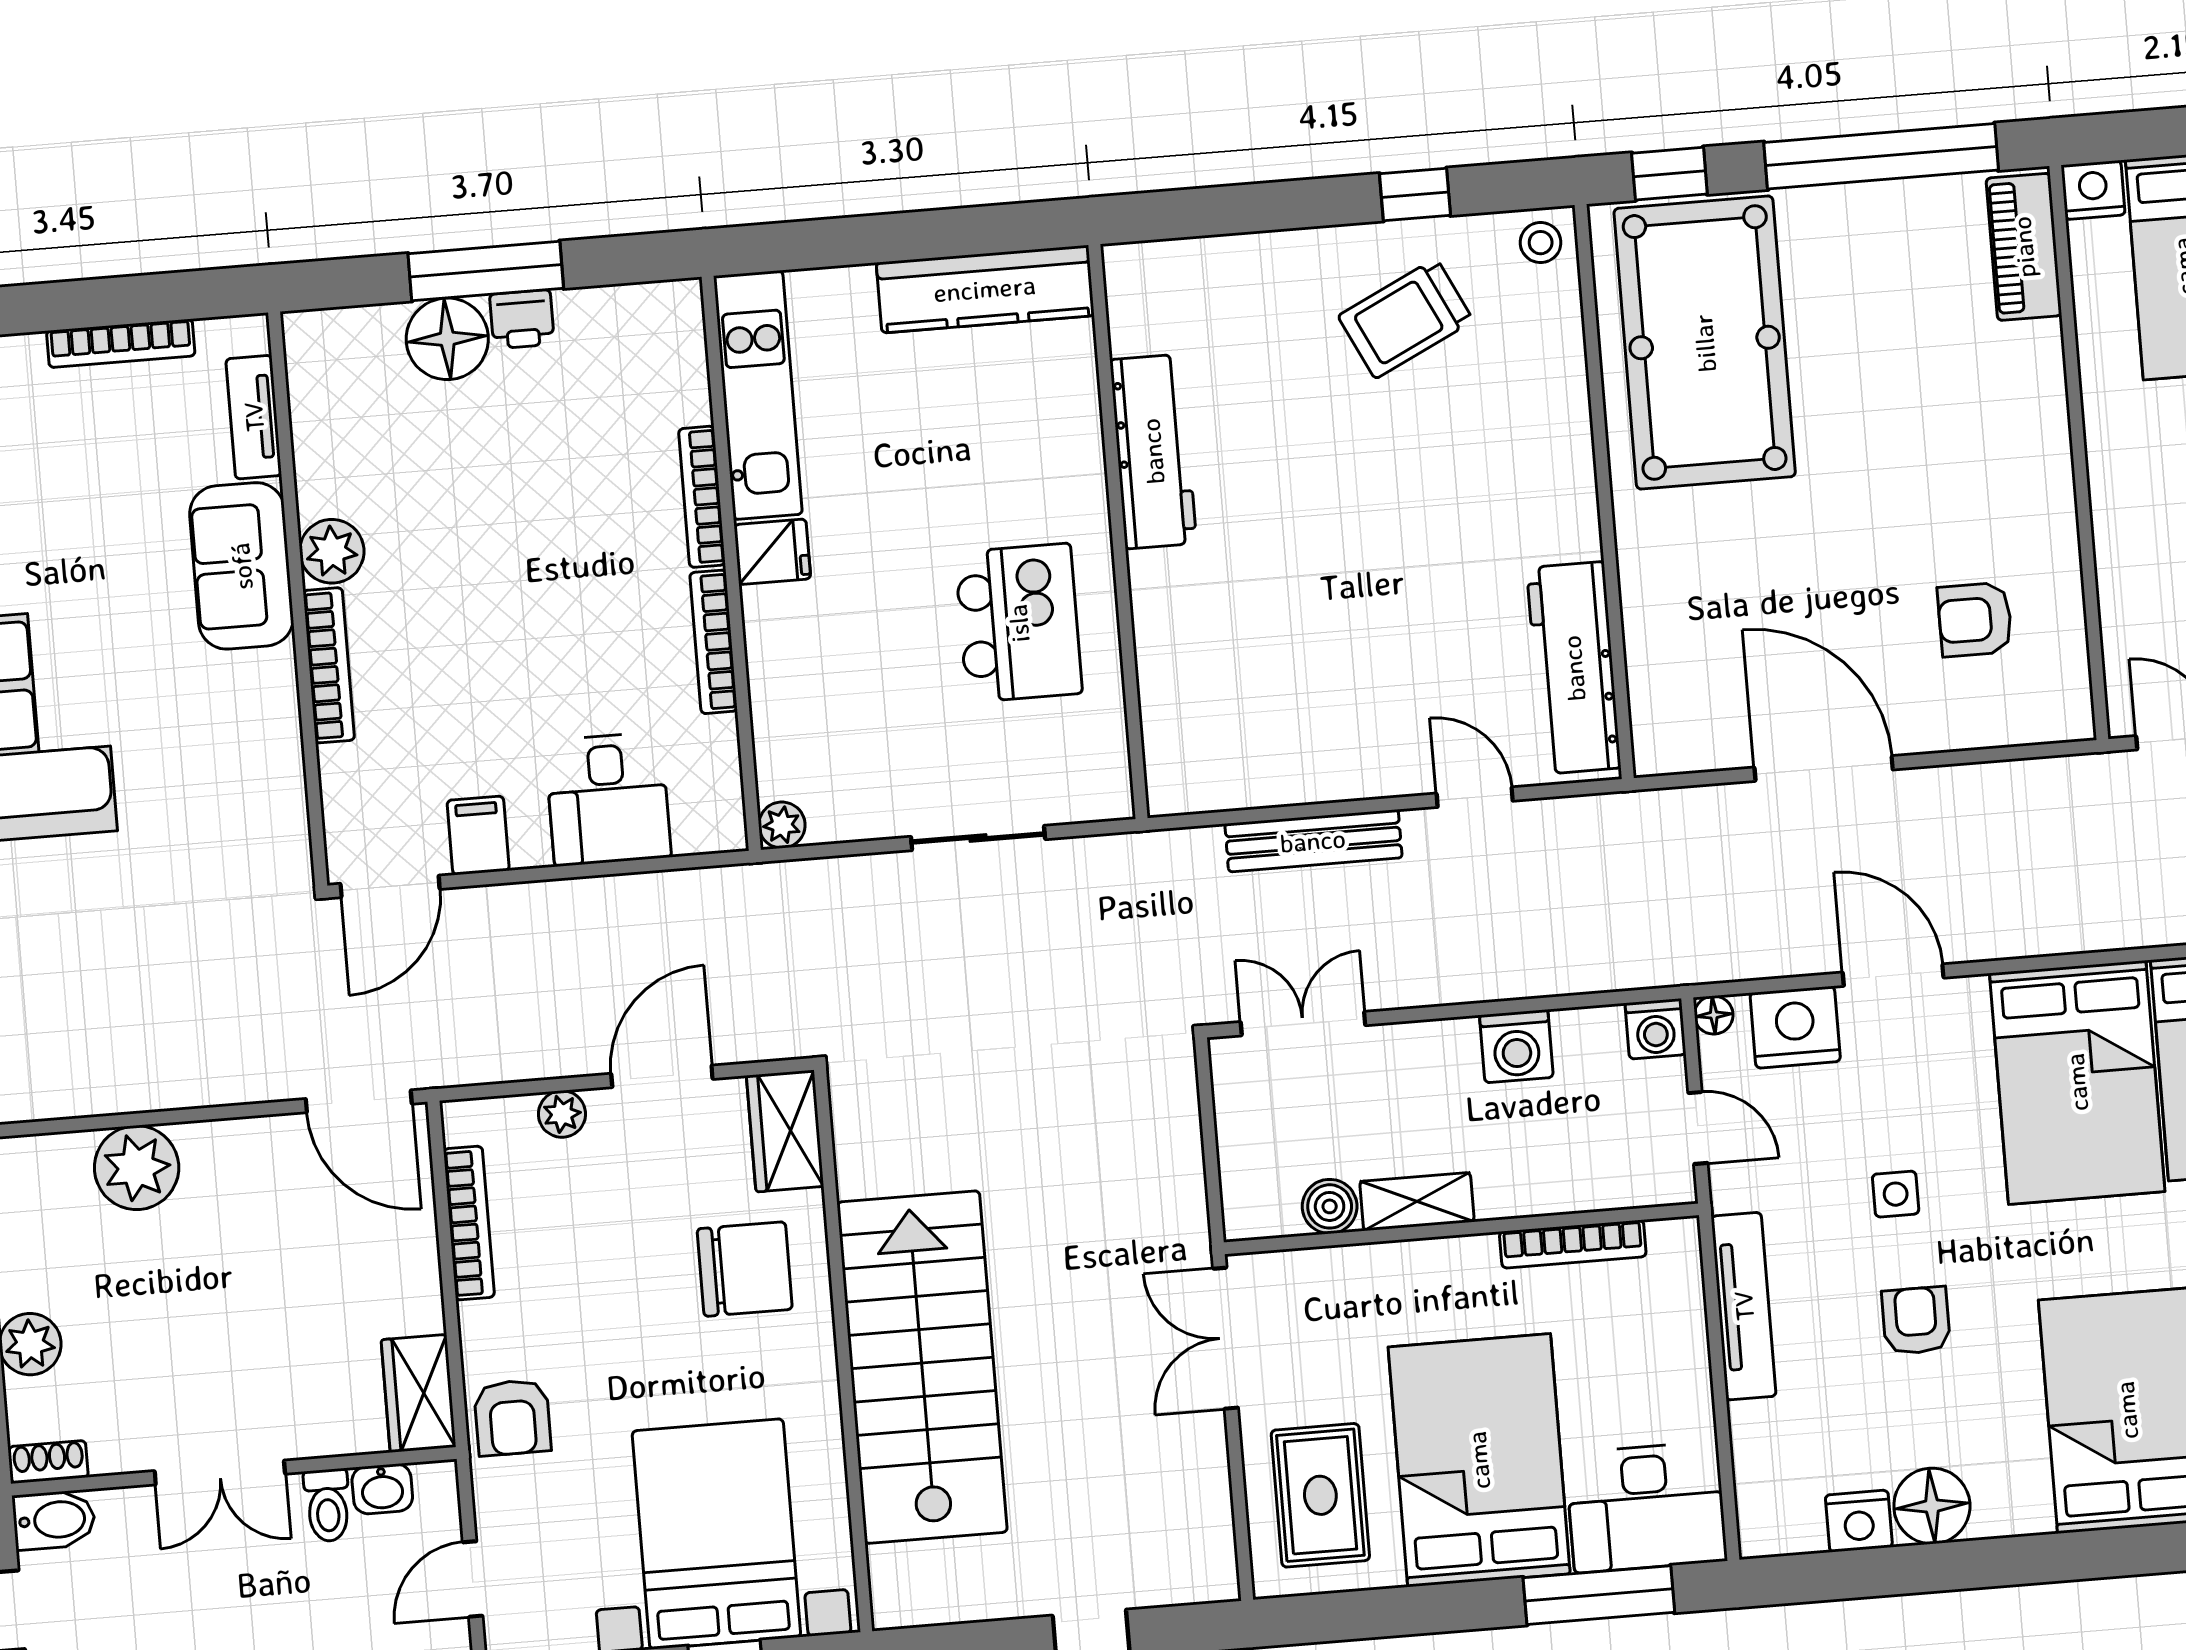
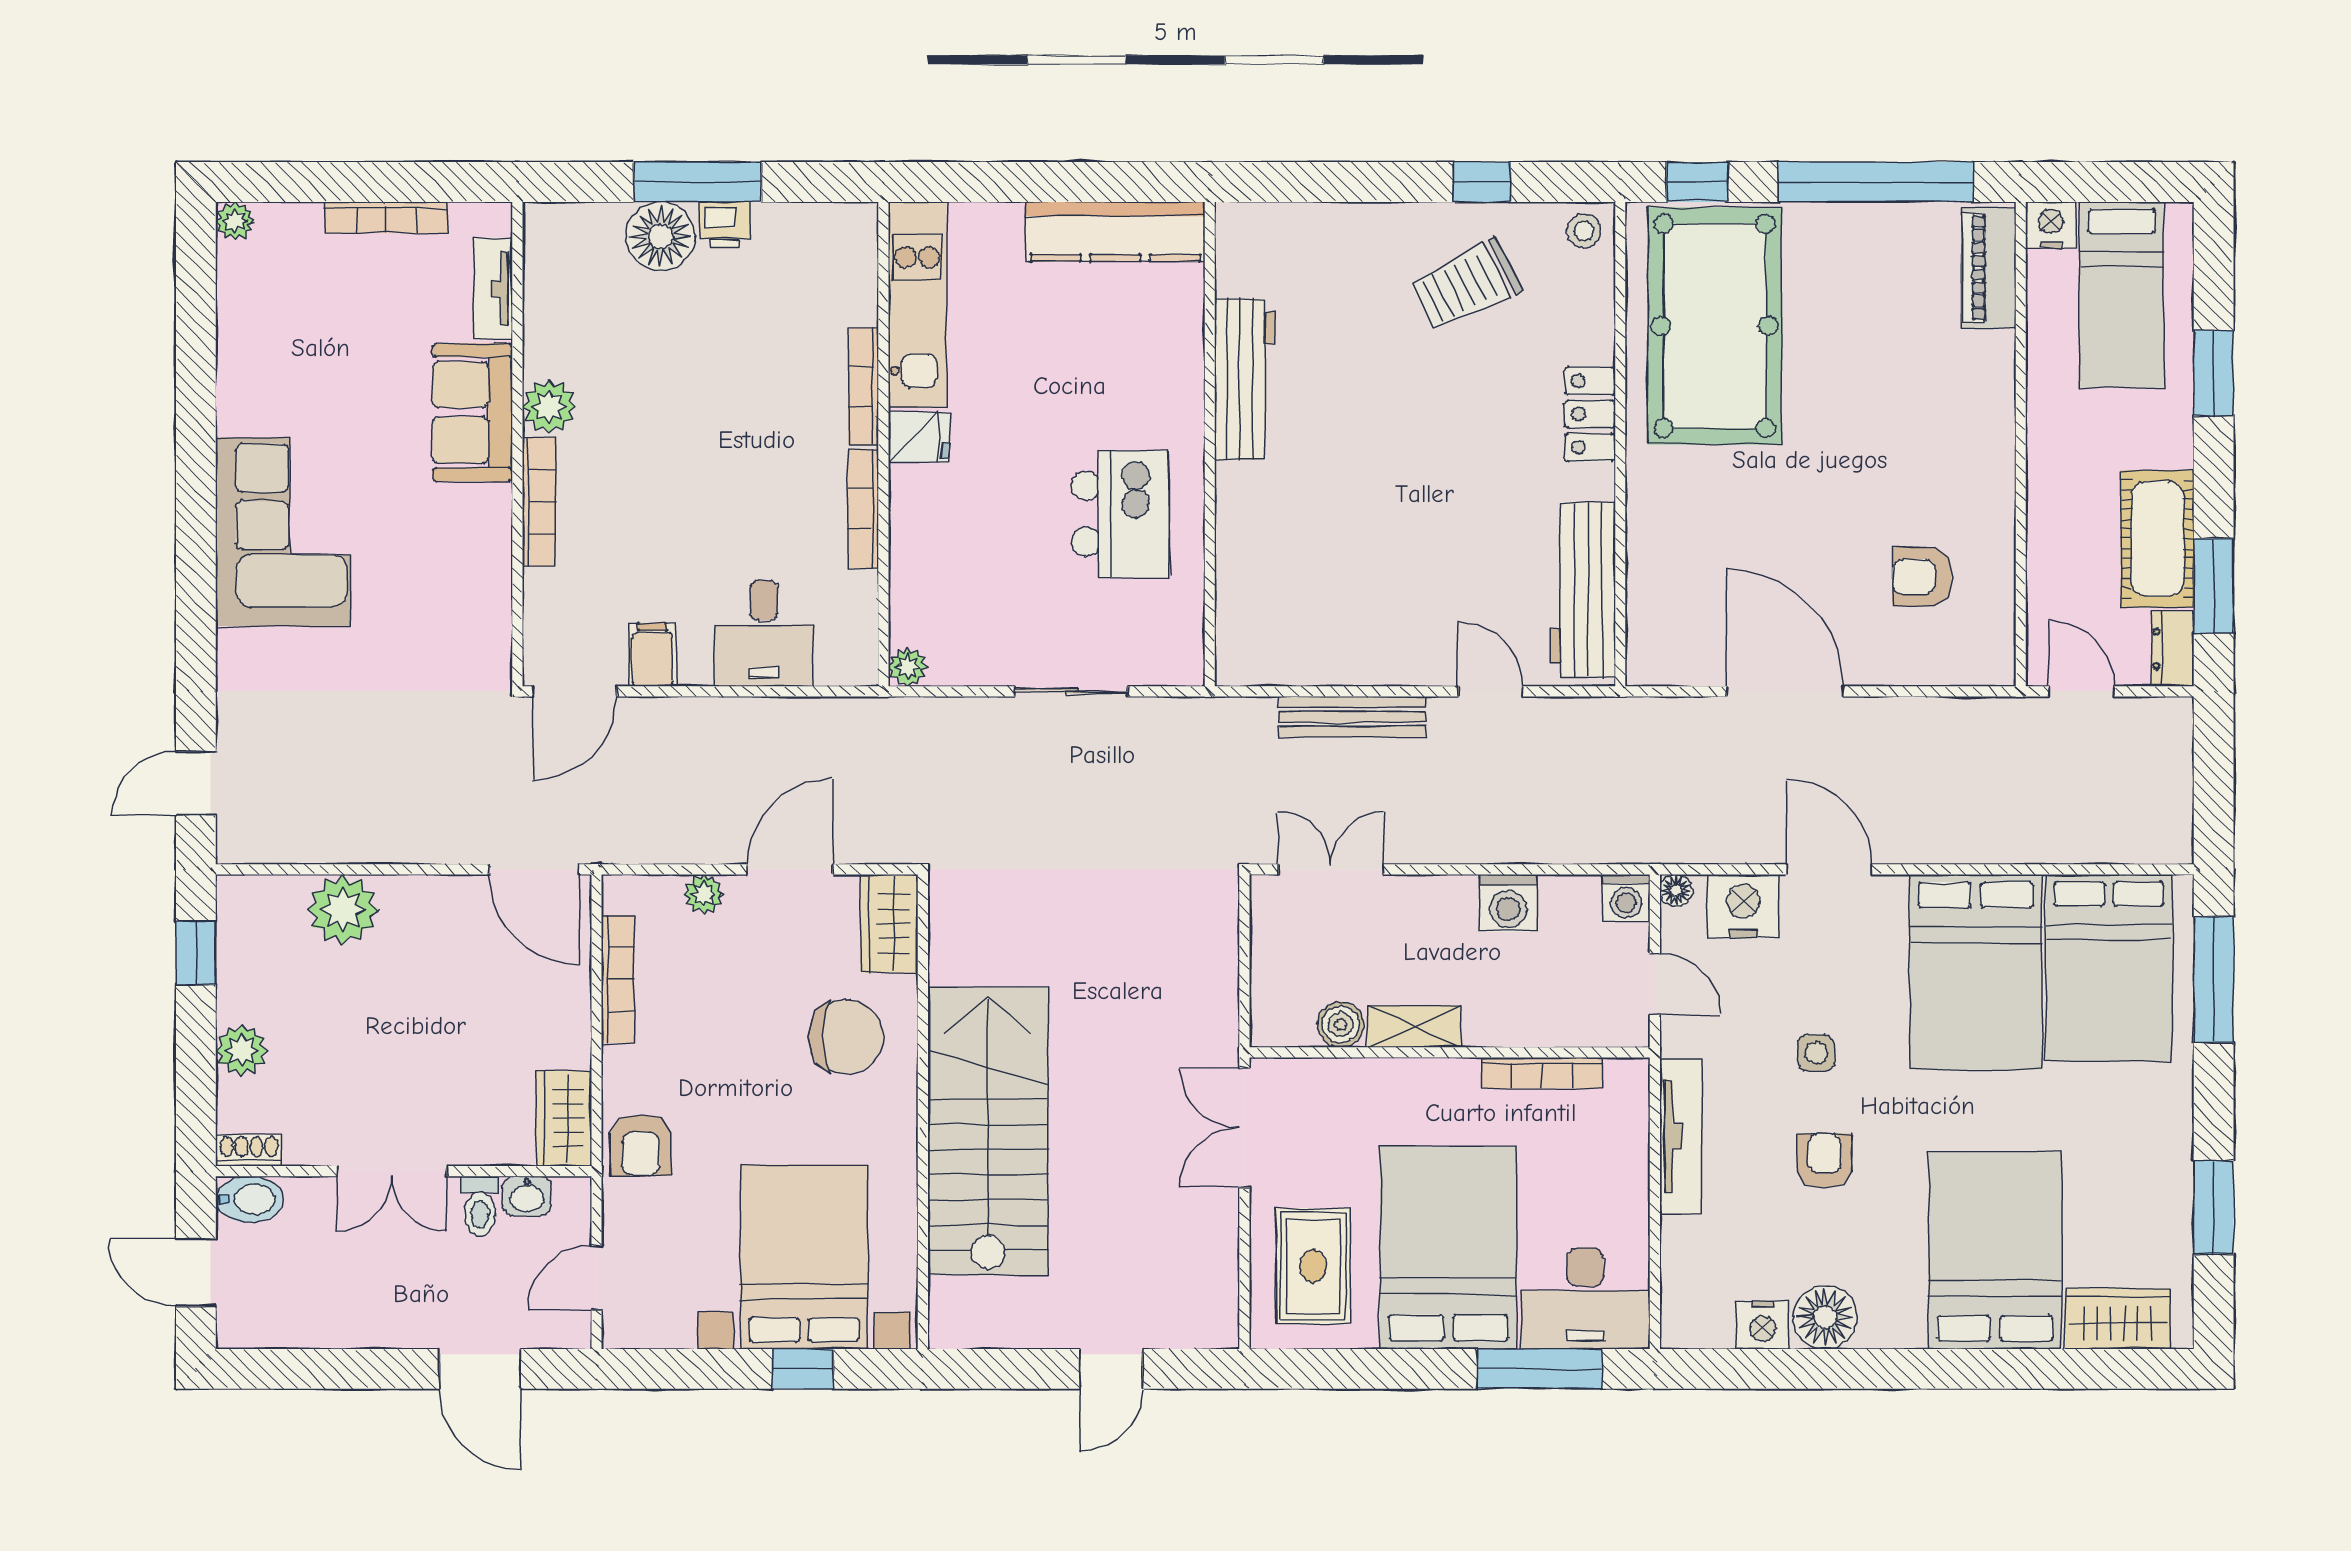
locker: (1566, 459) -> (1590, 414), added

